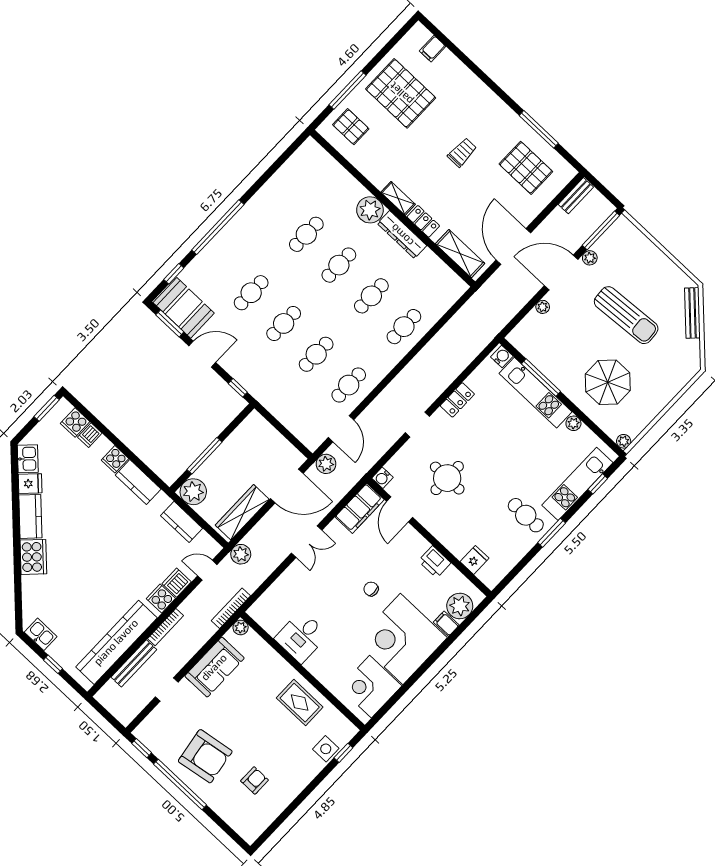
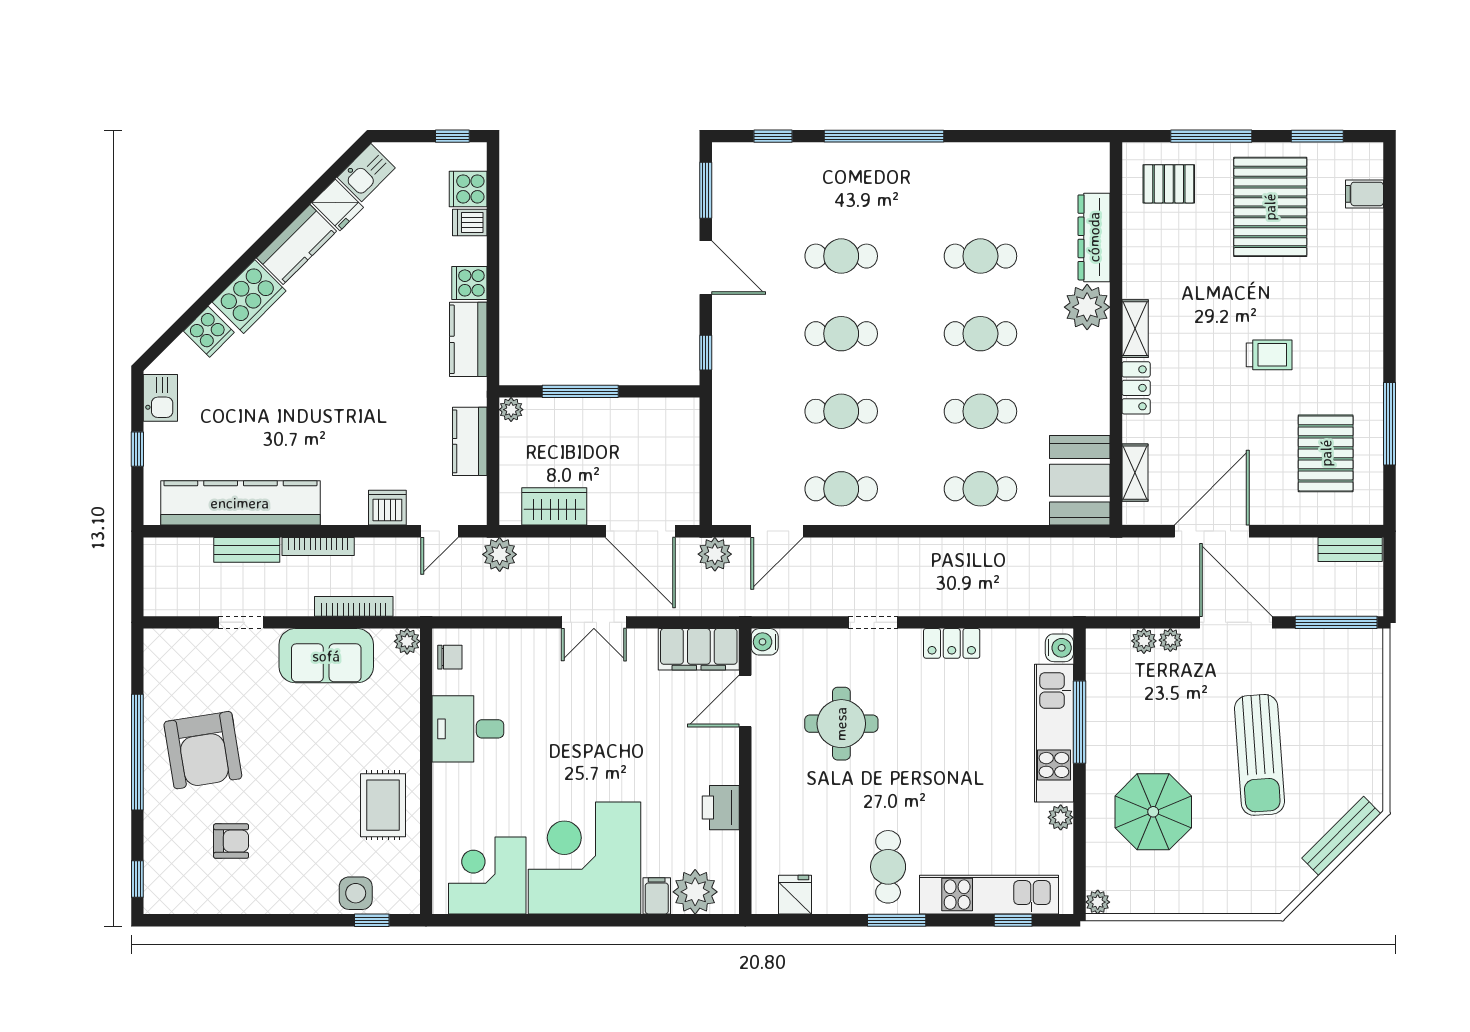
window: (390, 46) -> (1317, 136), added
pallet: (351, 127) -> (1169, 184), turned 90
dresser: (402, 235) -> (1094, 237), moved
shelving: (460, 254) -> (1135, 473), width x0.67, depth x0.75
plant: (590, 258) -> (1144, 641), moved
booth: (184, 308) -> (1080, 480), moved
window: (47, 408) -> (452, 136), width x0.67
plant: (193, 492) -> (511, 410), width x0.53, depth x0.53
wardrobe: (242, 512) -> (554, 506), width x0.67
fridge: (475, 560) -> (795, 895), moved, turned -90
door: (207, 570) -> (440, 531), swing flipped
chair: (371, 589) -> (450, 657), moved, turned 90
cooker: (161, 599) -> (209, 332), moved, turned 135
bookcase: (231, 608) -> (354, 606), moved
bench: (134, 663) -> (247, 550), width x0.73
window: (142, 748) -> (137, 879), moved

